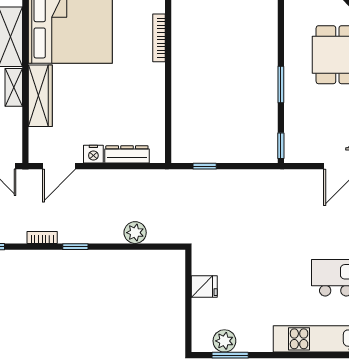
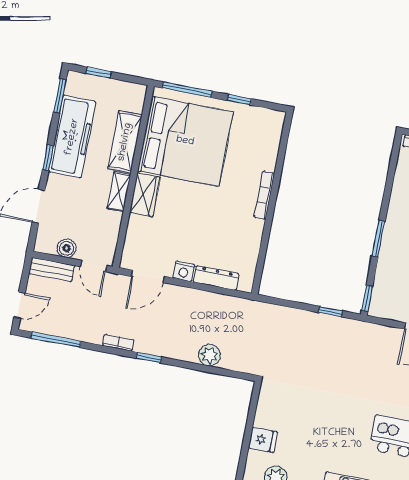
bookcase: (159, 38) -> (264, 195), moved
wardrobe: (40, 96) -> (145, 195), width x0.67
window: (205, 166) -> (330, 312), moved
fridge: (204, 287) -> (263, 440), moved

